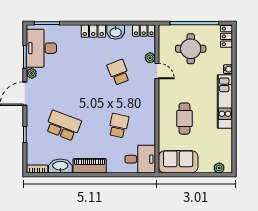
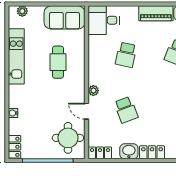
round table: (191, 49) -> (68, 138), moved
plant: (150, 58) -> (93, 91), moved
kitchen unit: (225, 101) -> (16, 56), moved

